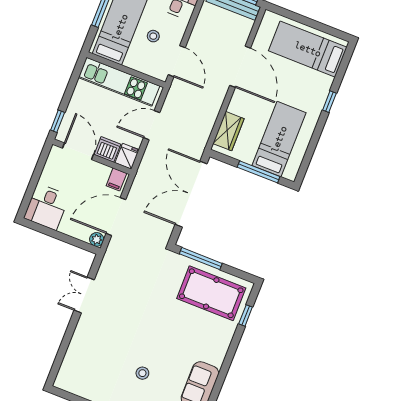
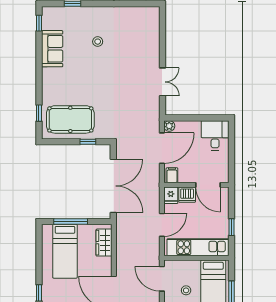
window: (58, 121) -> (232, 227), moved
window: (201, 259) -> (88, 142), width x0.46

